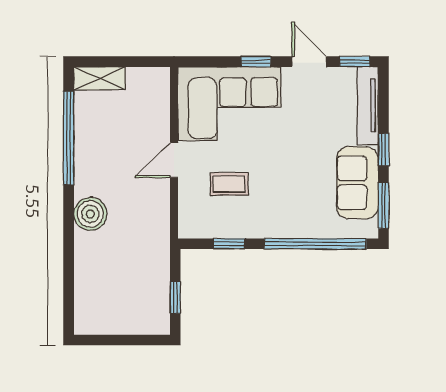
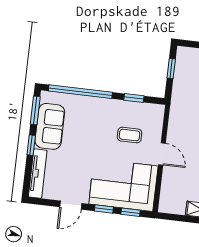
door: (309, 62) -> (71, 205), hinge flipped
window: (355, 62) -> (131, 212), moved
door: (174, 160) -> (162, 154), hinge flipped

